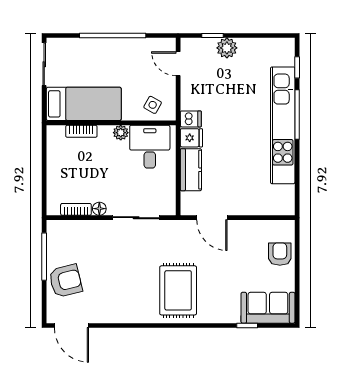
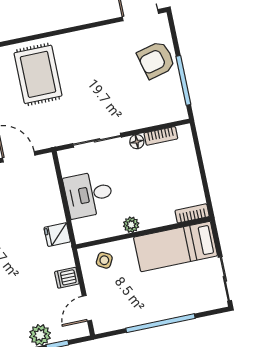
door: (178, 64) -> (87, 308), swing flipped
dishwasher: (191, 119) -> (67, 278), moved
bookcase: (81, 131) -> (192, 213), moved
desk: (150, 147) -> (89, 195), moved, turned 90
kitchen counter: (191, 170) -> (51, 202), removed

